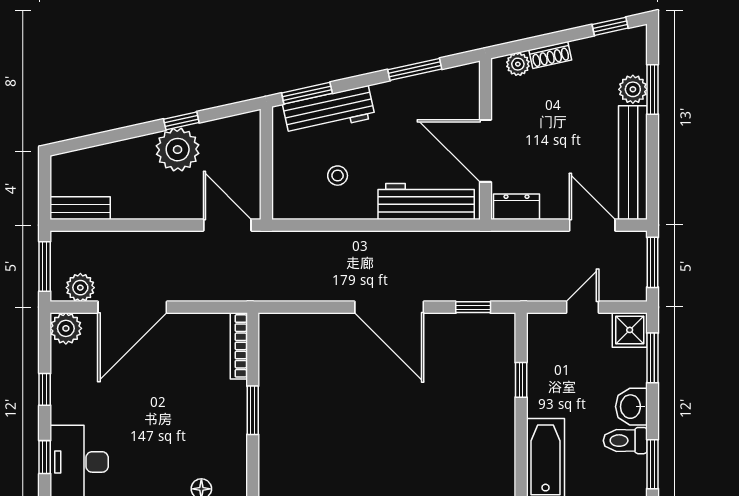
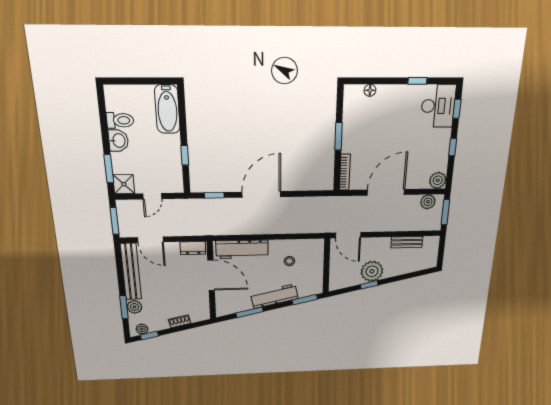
plant: (518, 64) -> (142, 329), moved
workbench: (329, 111) -> (274, 296), moved
bench: (80, 208) -> (407, 242), moved
door: (132, 307) -> (386, 192), moved
door: (389, 307) -> (261, 194), hinge flipped
window: (652, 464) -> (102, 106), removed

